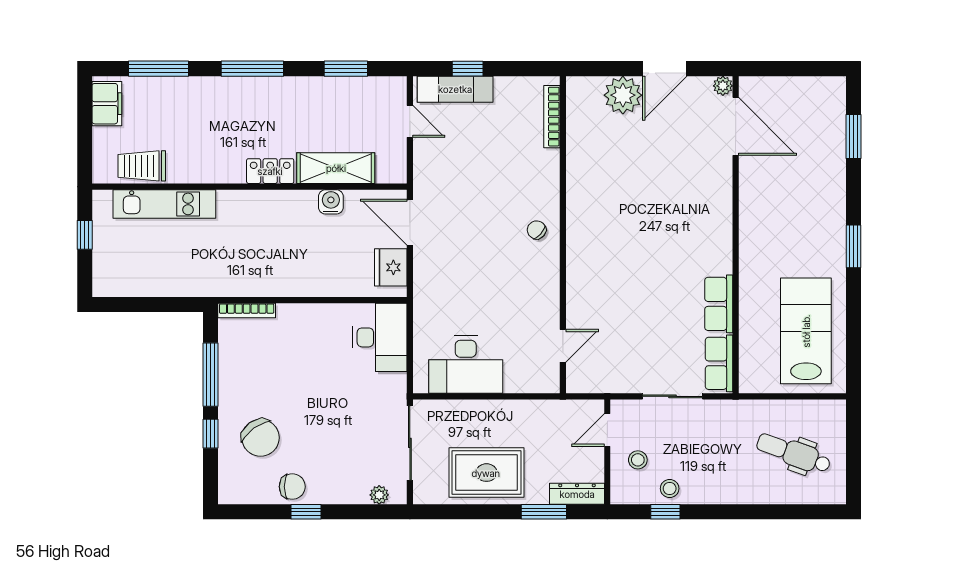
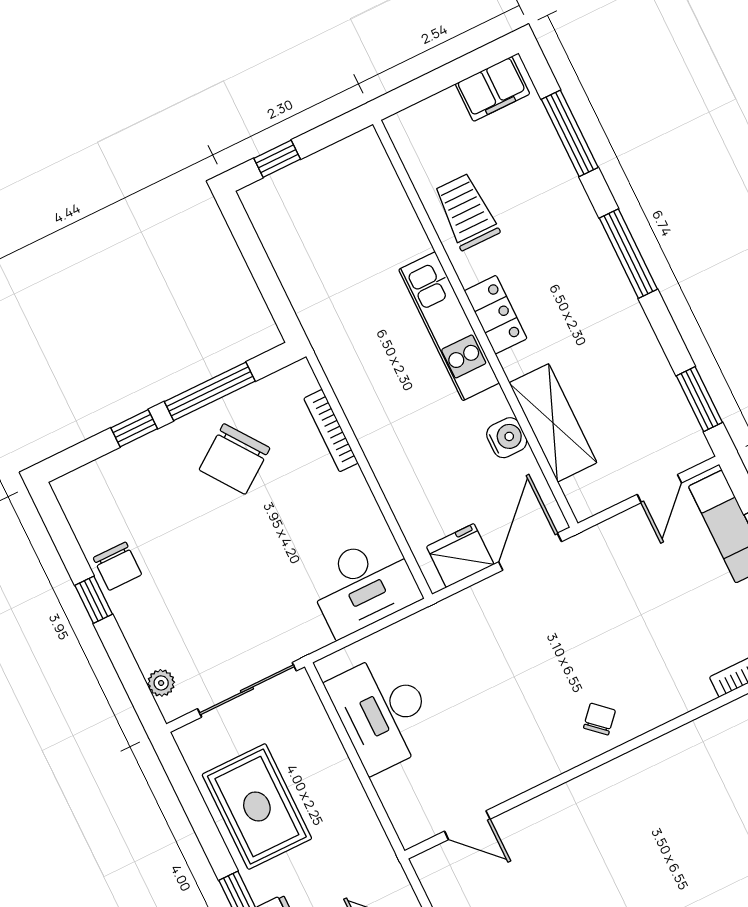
window: (346, 69) -> (699, 399), moved
trolley: (142, 166) -> (466, 212), moved
locker: (270, 171) -> (496, 315), moved
kitchen unit: (164, 204) -> (449, 326), moved
window: (85, 235) -> (277, 159), moved
bookcase: (247, 310) -> (331, 431), moved
chair: (261, 438) -> (235, 459), moved

